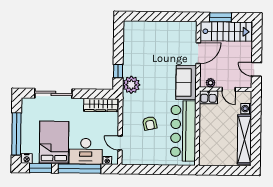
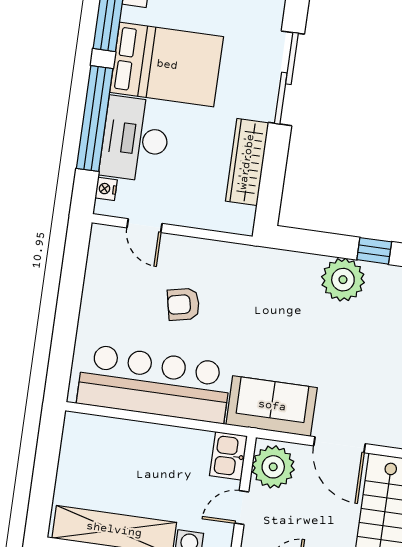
window: (118, 71) -> (374, 251), moved
plant: (211, 83) -> (273, 467), width x1.87, depth x1.87
plant: (131, 85) -> (343, 280), moved
wardrobe: (101, 105) -> (247, 162), moved
door: (120, 143) -> (144, 226), swing flipped

